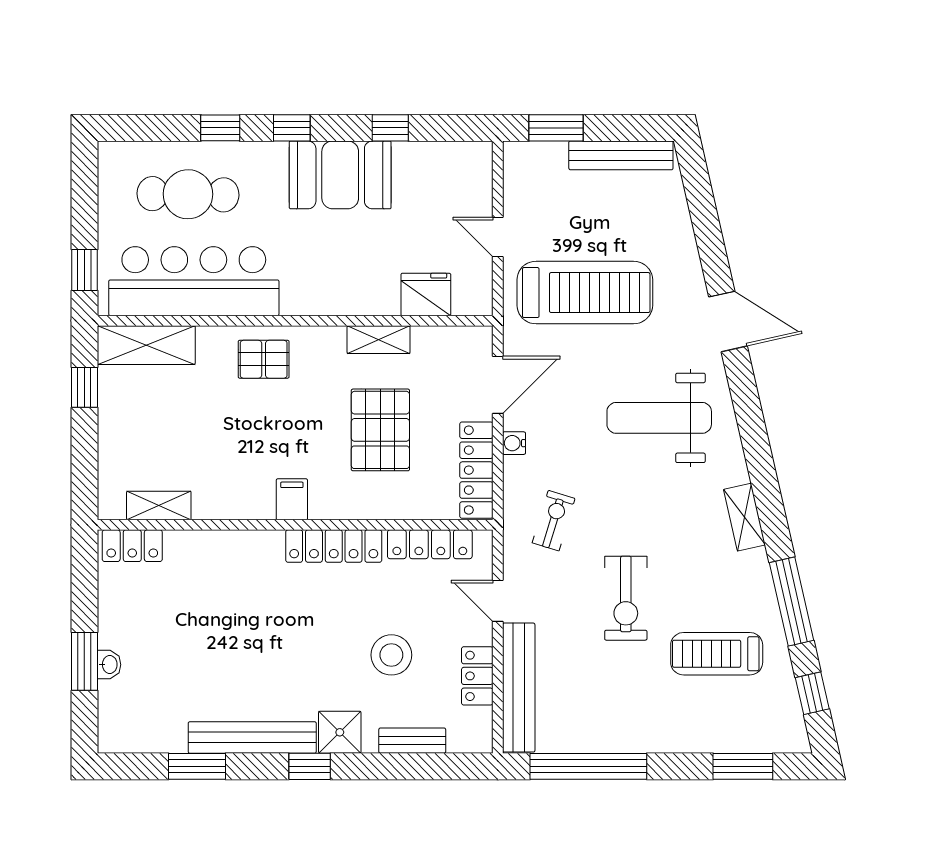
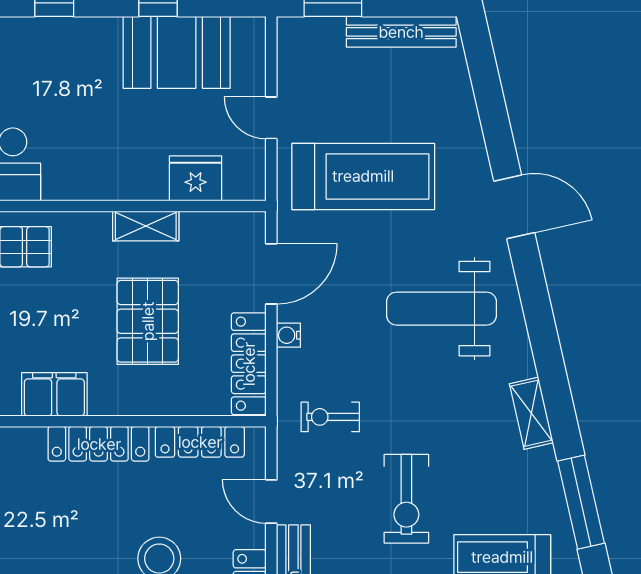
booth: (340, 175) -> (177, 52), moved
filing cabinet: (292, 499) -> (54, 394), width x2.00
exercise bike: (554, 521) -> (330, 417), turned -107

